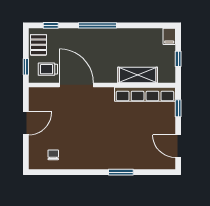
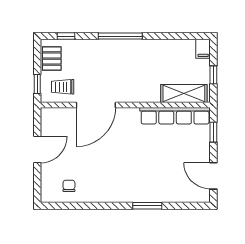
shelving: (138, 75) -> (184, 94), moved
door: (76, 85) -> (96, 105), swing flipped

